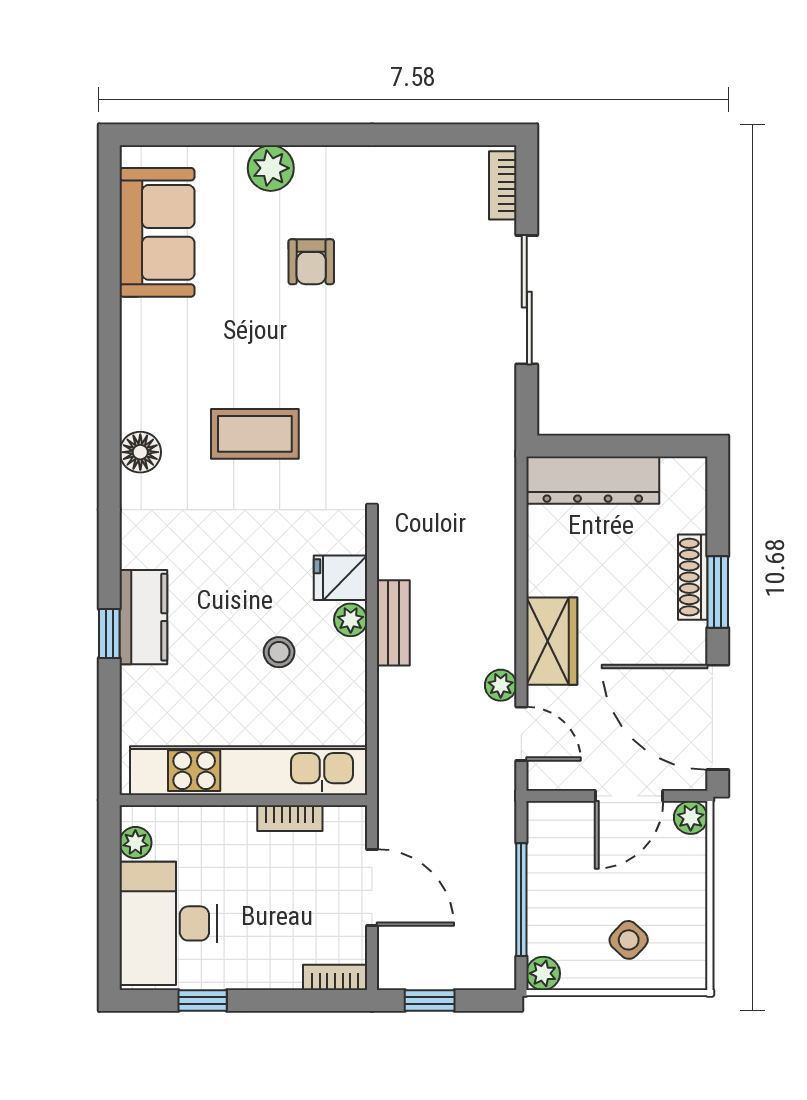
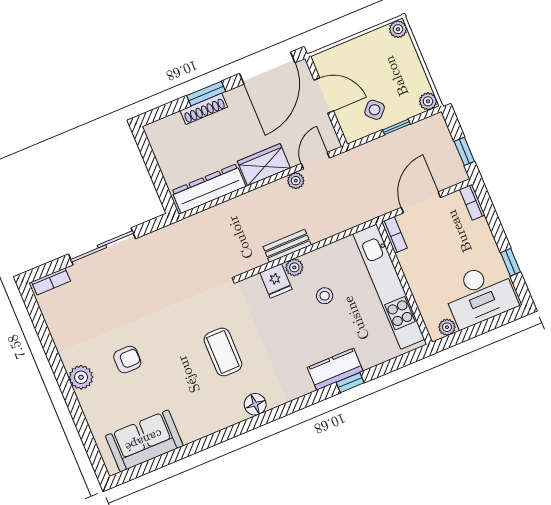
plant: (271, 168) -> (81, 377), moved
dresser: (593, 480) -> (209, 189), moved, turned -90
bookcase: (290, 818) -> (394, 235), moved
plant: (691, 818) -> (398, 29), moved
window: (521, 900) -> (396, 127), width x0.46
side table: (629, 940) -> (375, 110), moved

